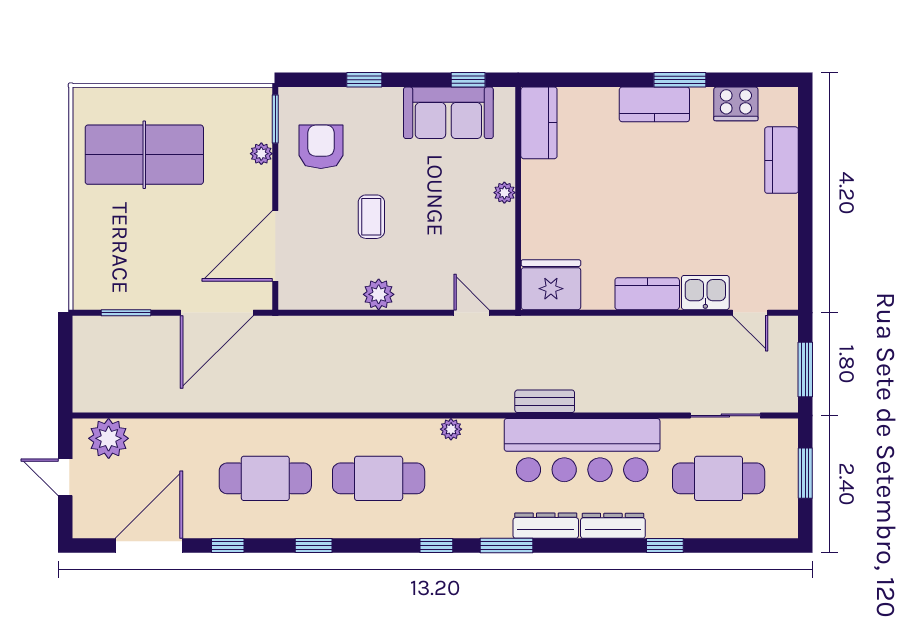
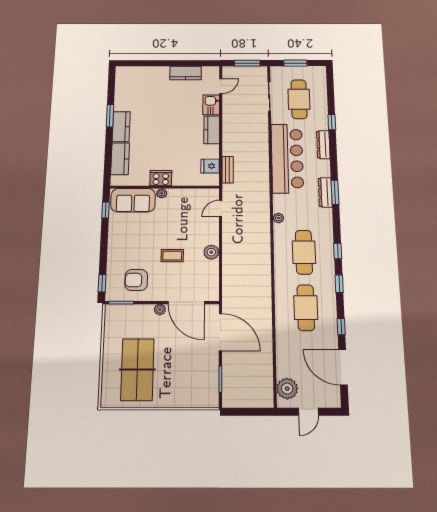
window: (364, 80) -> (102, 283), moved
cooker: (736, 104) -> (161, 178), moved, turned -90
sofa: (448, 113) -> (133, 200), moved, turned 90
kitchen counter: (539, 123) -> (120, 159), moved, turned 90
plant: (261, 154) -> (160, 310), moved
kitchen counter: (781, 160) -> (186, 73), moved
fridge: (551, 285) -> (210, 166), width x0.53, depth x0.75
bench: (545, 401) -> (228, 170), moved
dresser: (546, 526) -> (325, 192), moved
window: (436, 546) -> (338, 251), moved

